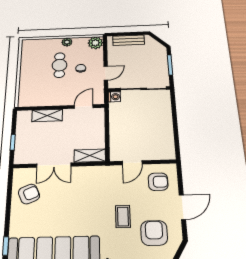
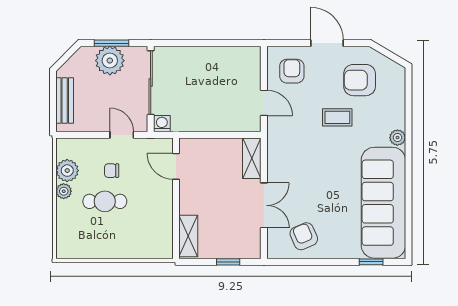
plant: (95, 43) -> (67, 171), moved
plant: (158, 64) -> (110, 61), added
shelving: (47, 115) -> (188, 236), moved

